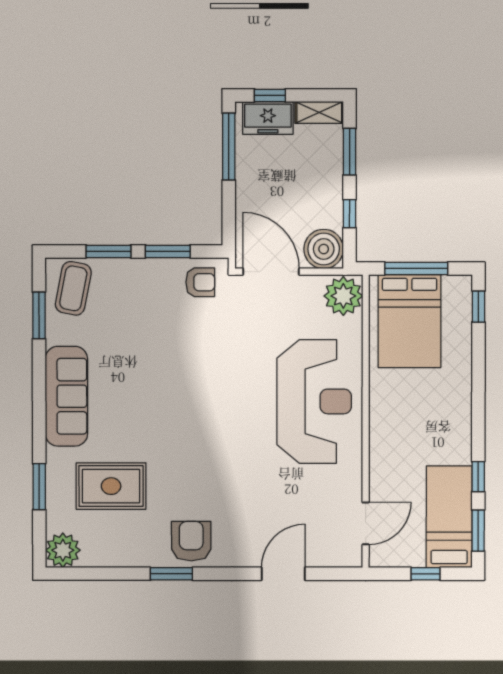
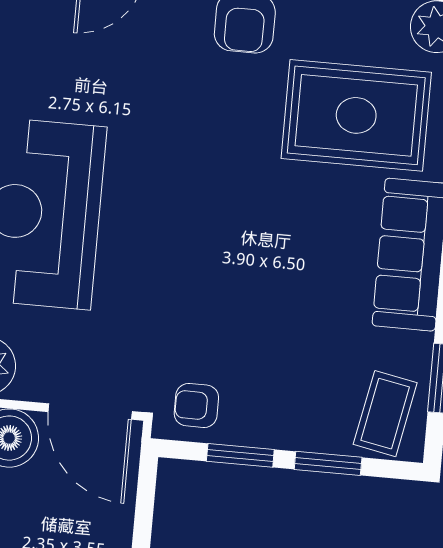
rug: (111, 486) -> (356, 115), width x1.37, depth x1.44

